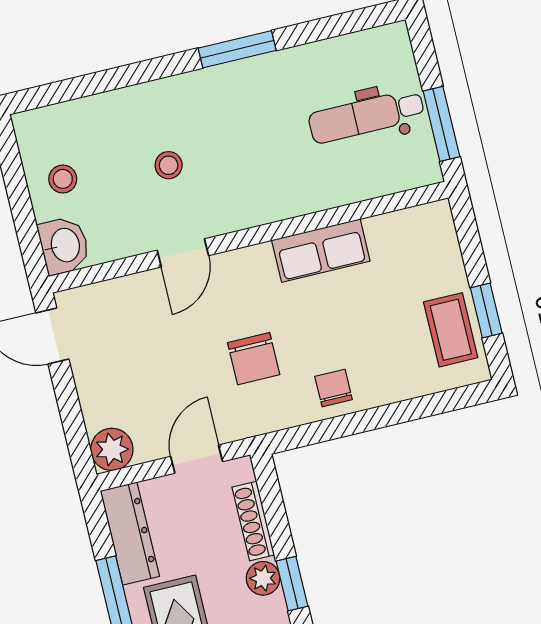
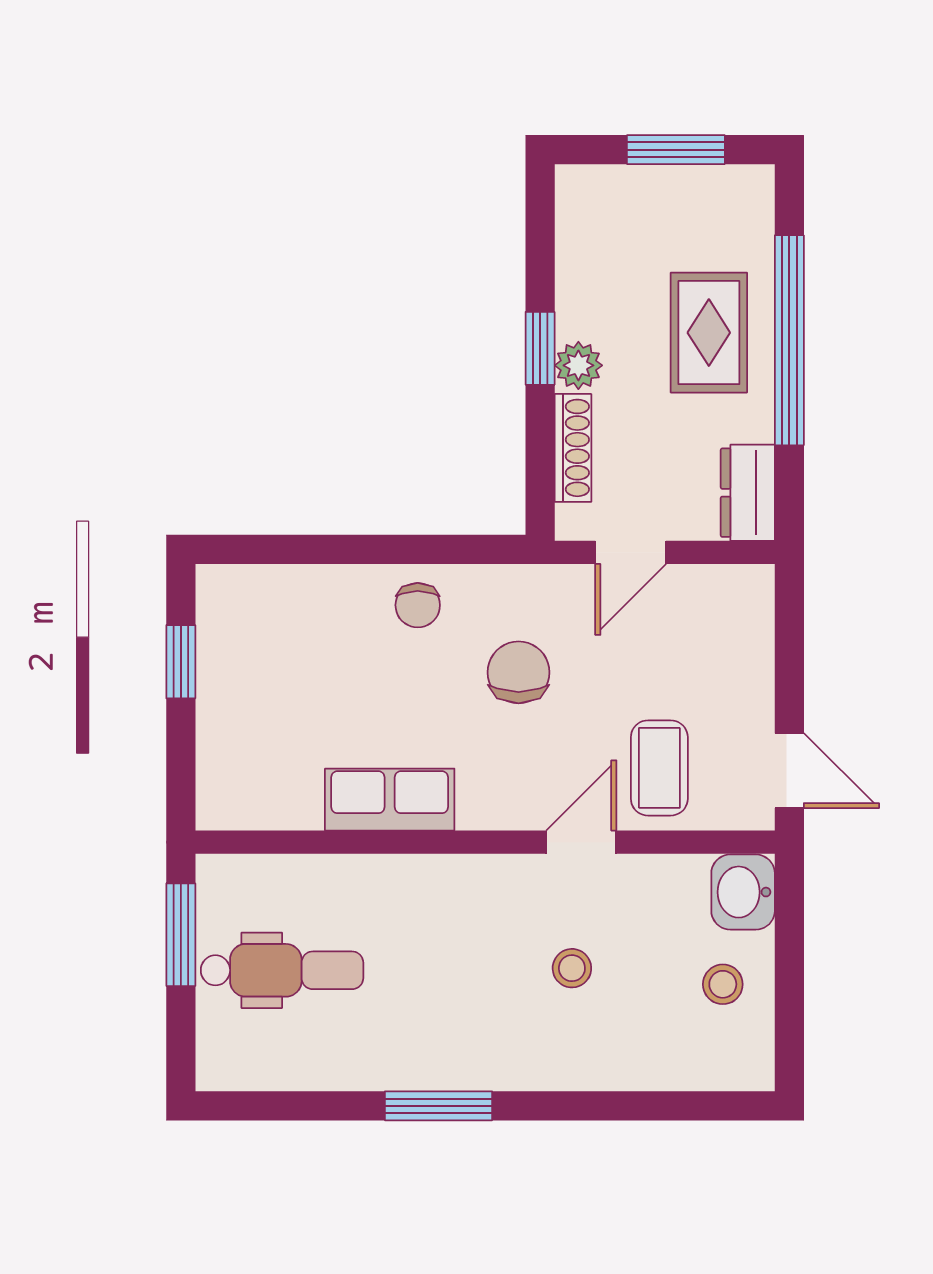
coffee table: (451, 330) -> (659, 768), moved
plant: (112, 449) -> (745, 594), removed
dresser: (130, 533) -> (748, 493), width x0.70

